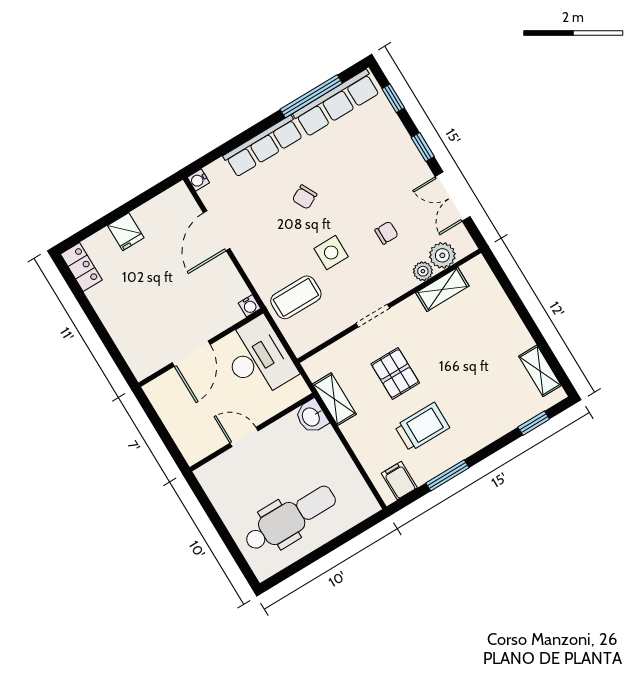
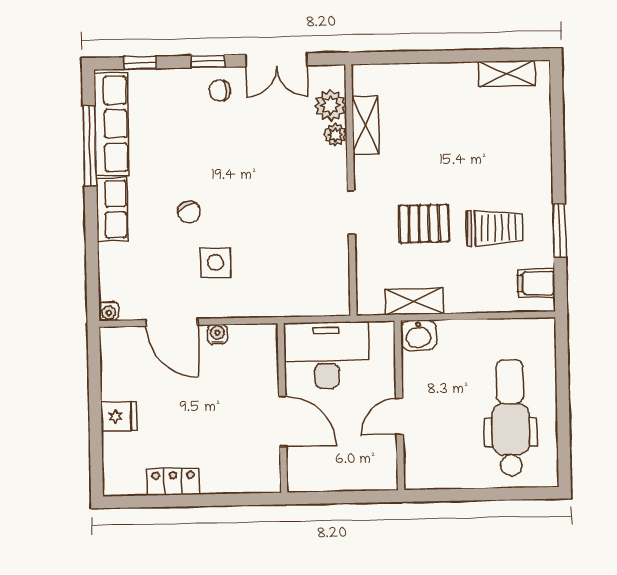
row of seats: (263, 146) -> (112, 209), width x0.68
chair: (386, 233) -> (220, 90), moved, turned -90
side table: (331, 253) -> (215, 262), moved
locker: (81, 267) -> (173, 482), moved
coffee table: (296, 297) -> (287, 281), removed
water cooler: (249, 306) -> (217, 334), moved, turned -90
window: (534, 423) -> (557, 111), removed
trolley: (422, 427) -> (495, 228), turned 90

